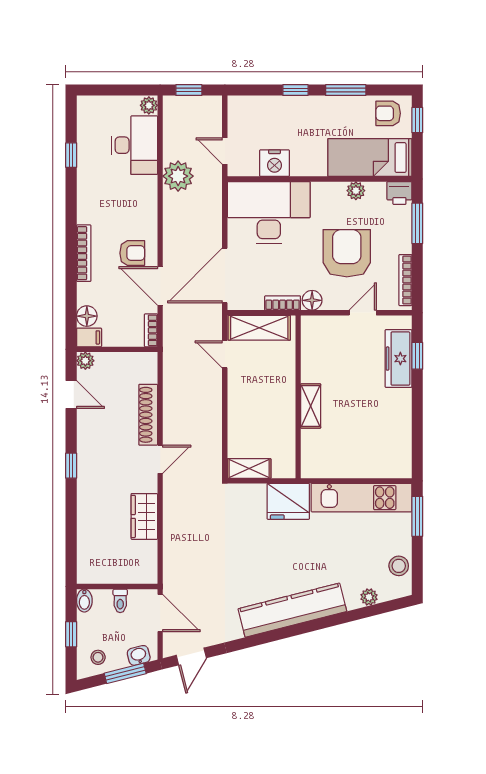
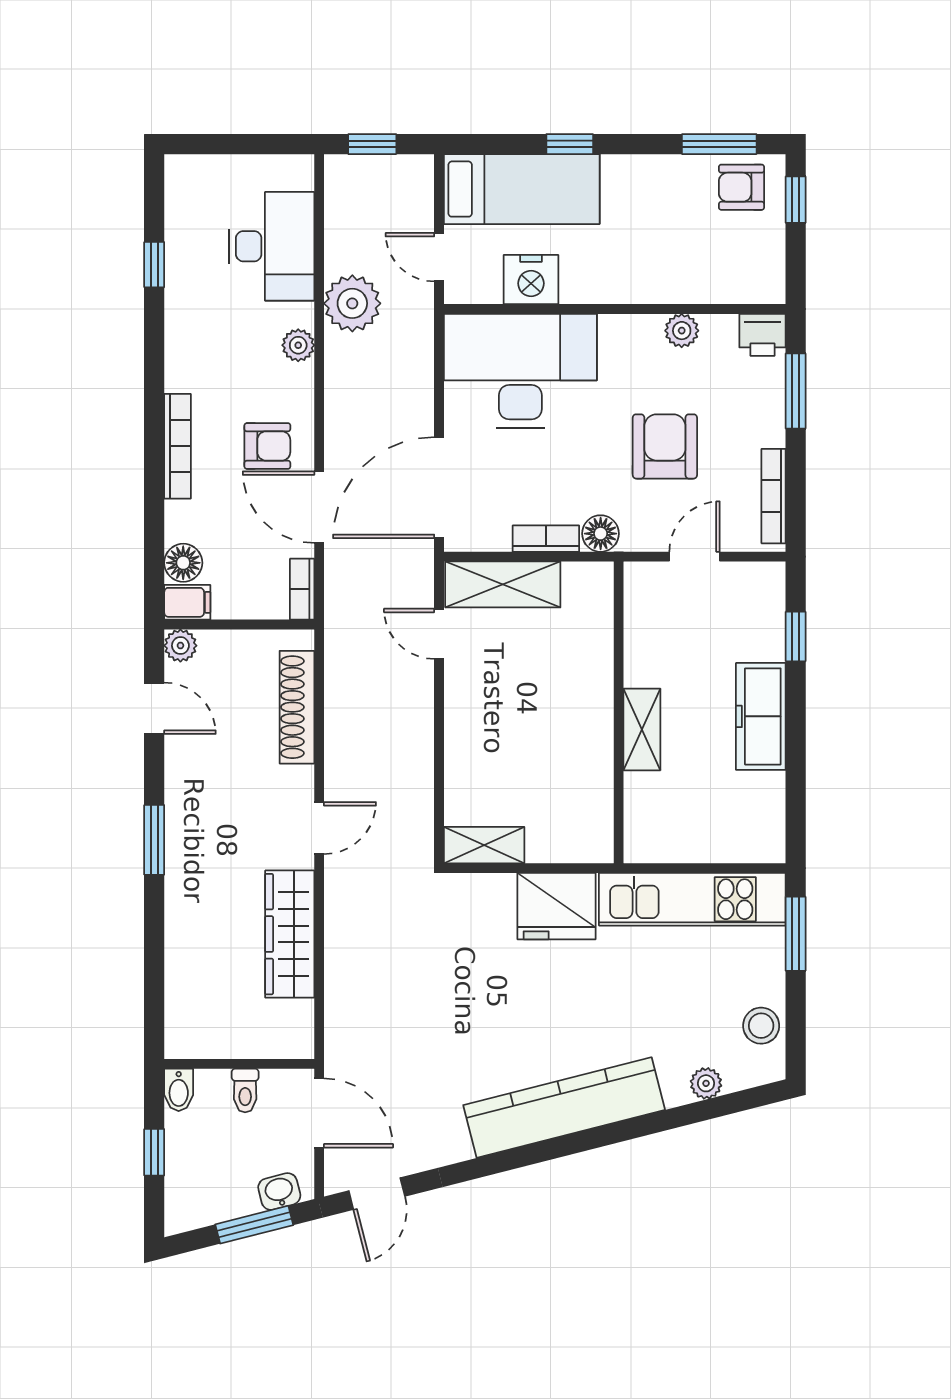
window: (346, 90) -> (719, 144), moved
plant: (149, 105) -> (298, 345), moved
bed: (370, 158) -> (522, 189), moved, turned 180
armchair: (347, 253) -> (665, 446), width x0.73, depth x0.73
freezer: (399, 359) -> (761, 716), moved
wall: (298, 397) -> (619, 712), moved
shelving: (311, 406) -> (642, 729), moved
shoe rack: (148, 415) -> (297, 707), moved
window: (71, 466) -> (154, 840), width x1.50
wardrobe: (144, 516) -> (290, 934), width x1.50
stool: (98, 657) -> (204, 1195), removed

